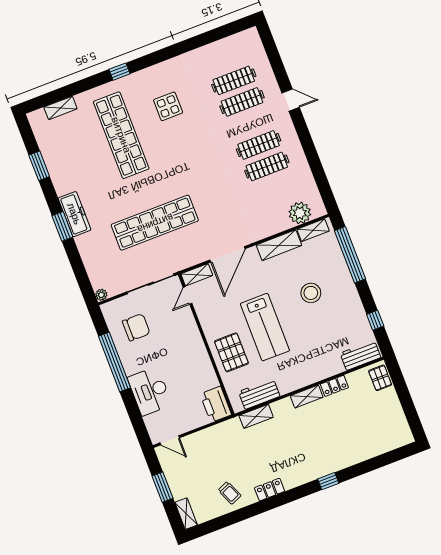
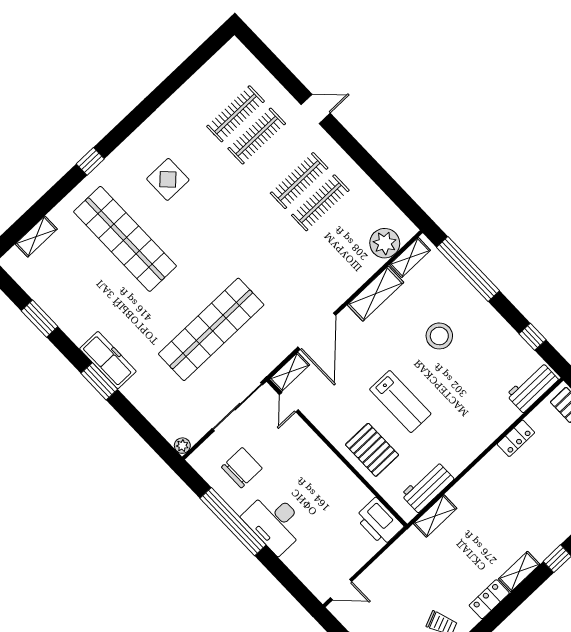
lab bench: (265, 327) -> (400, 402), width x0.73, depth x0.72
desk: (150, 391) -> (275, 522), moved
shelving: (307, 397) -> (519, 572), moved

